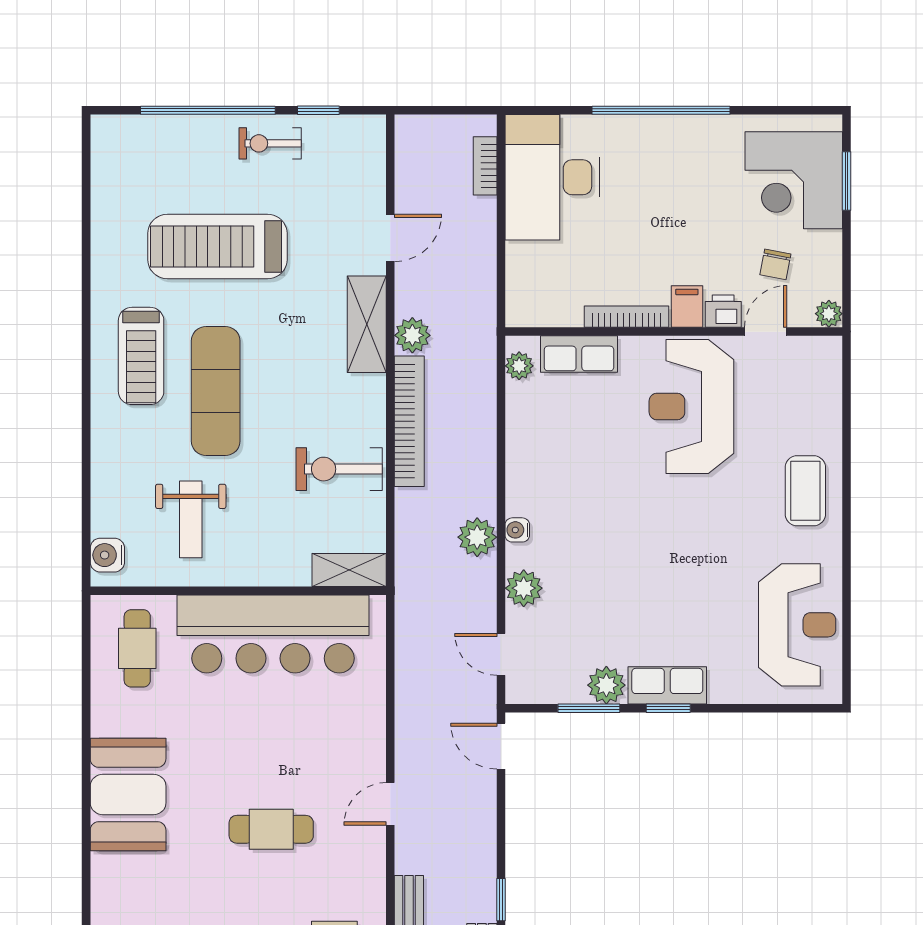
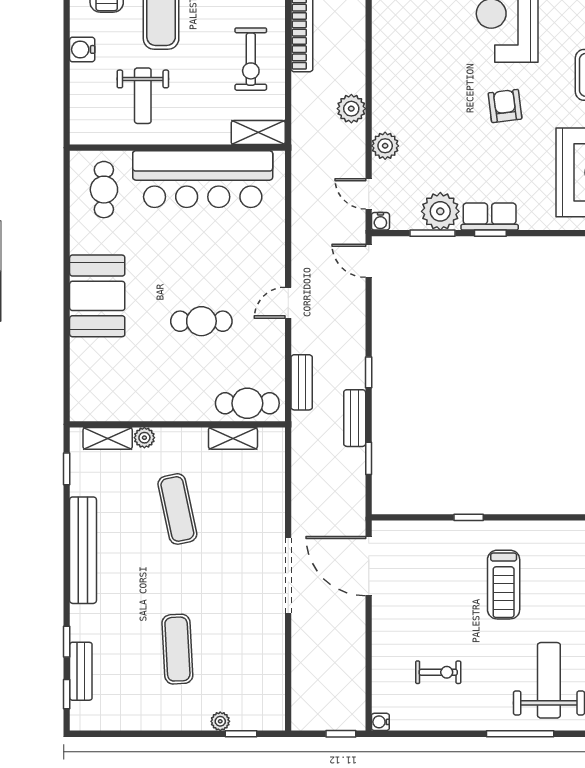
exercise bike: (339, 469) -> (251, 59), turned -90
water cooler: (517, 530) -> (380, 221), moved, turned -90
armchair: (688, 533) -> (505, 106), added
water cooler: (107, 555) -> (82, 49), moved
plant: (606, 685) -> (440, 211), width x1.36, depth x1.36

